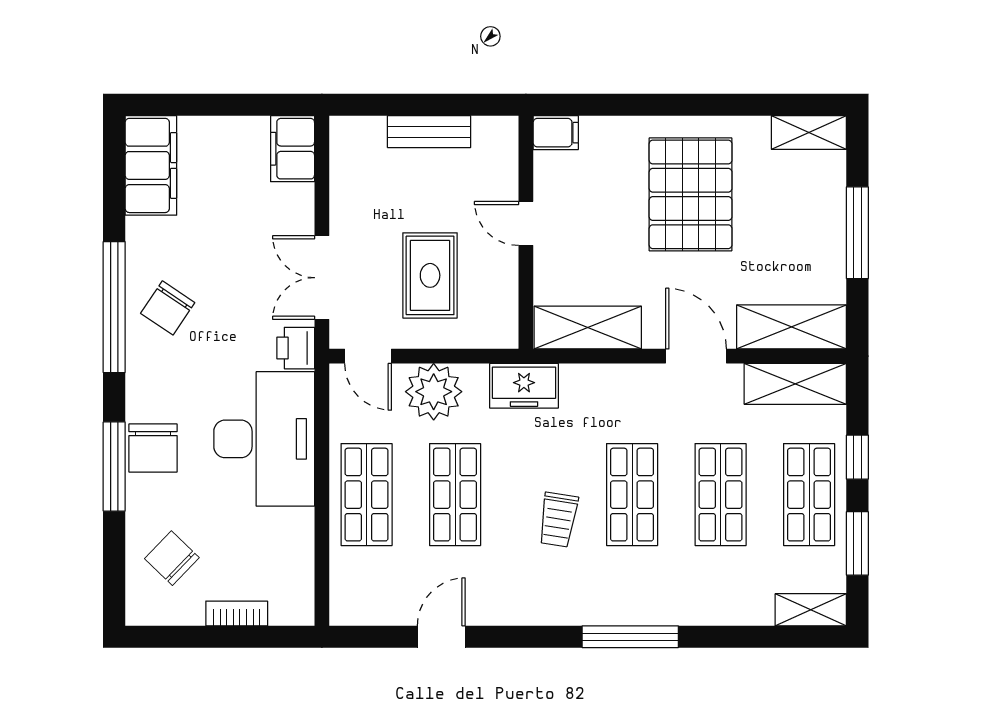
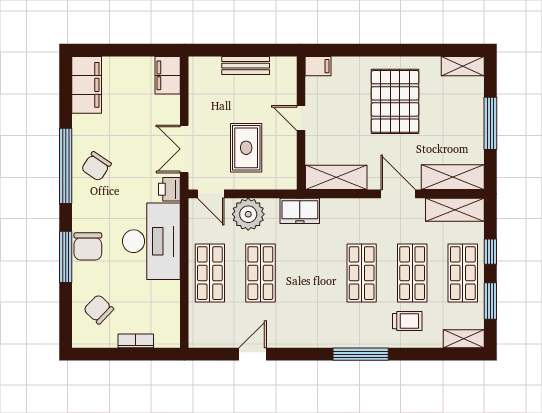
trolley: (558, 520) -> (407, 321), moved, turned -99

